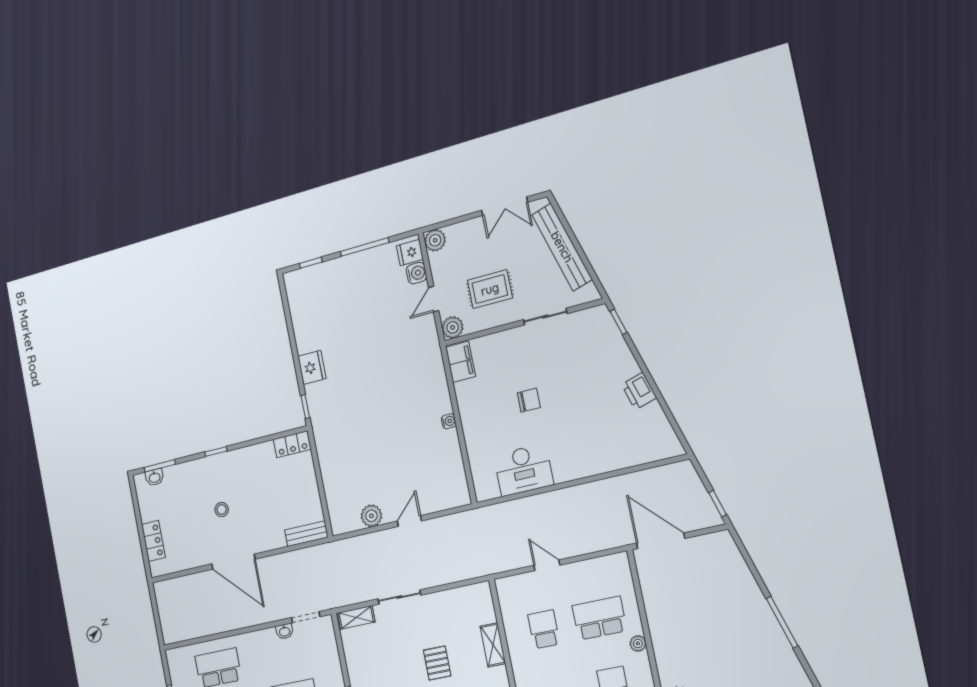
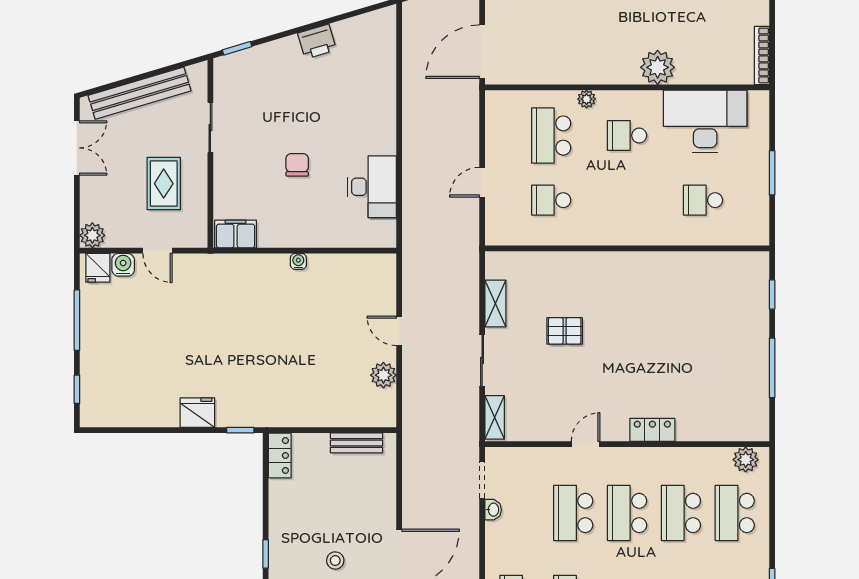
plant: (453, 327) -> (195, 235), removed
bench: (306, 534) -> (357, 443), moved, turned 90
shelving: (493, 645) -> (495, 303), moved, turned 90

